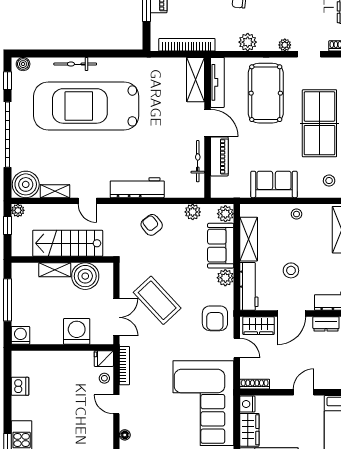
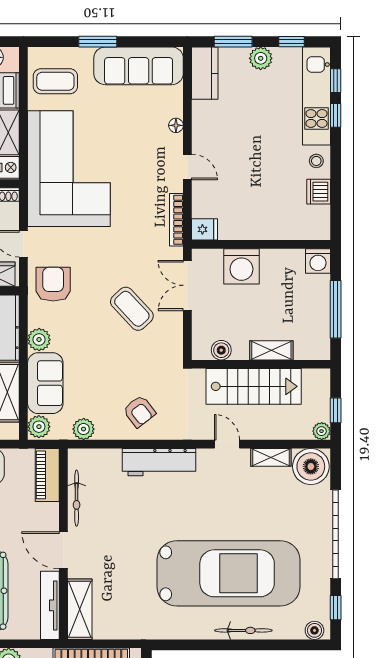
piano: (219, 156) -> (47, 475), moved
boiler: (85, 276) -> (221, 350), width x0.54, depth x0.54
coffee table: (157, 300) -> (132, 309), width x0.73, depth x0.76
stool: (104, 378) -> (316, 161), moved

